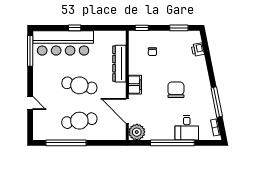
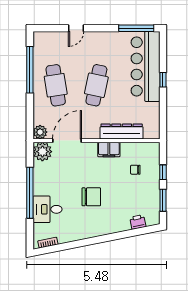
window: (142, 28) -> (163, 172), moved
filing cabinet: (135, 85) -> (109, 149), moved
window: (217, 102) -> (77, 244), removed
plant: (120, 134) -> (40, 132), added

